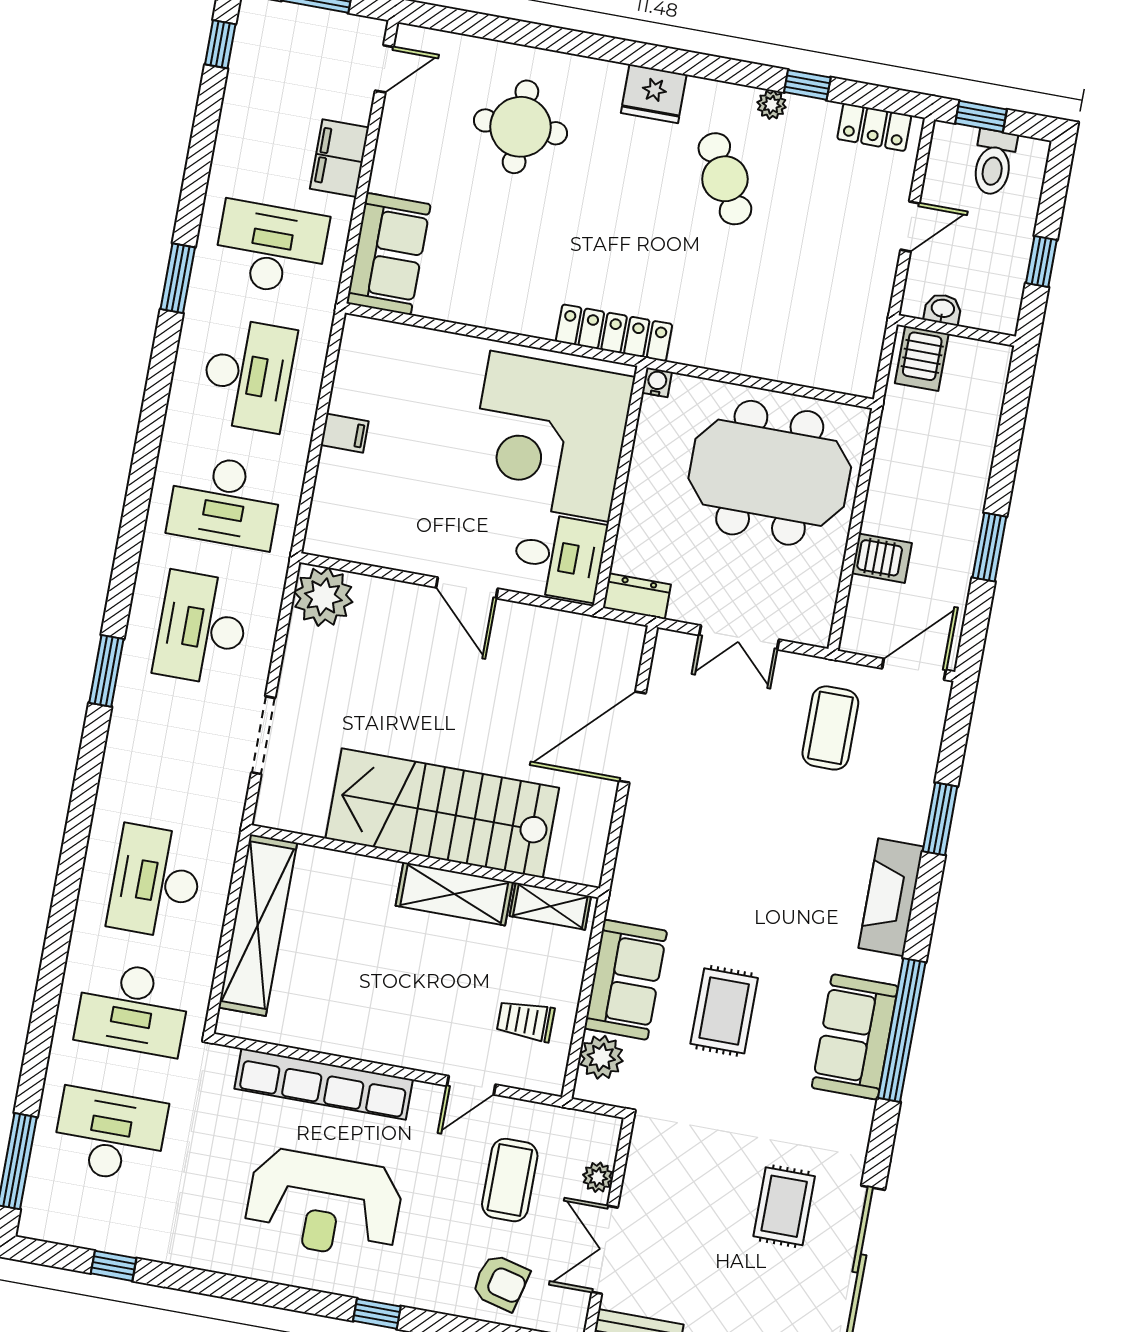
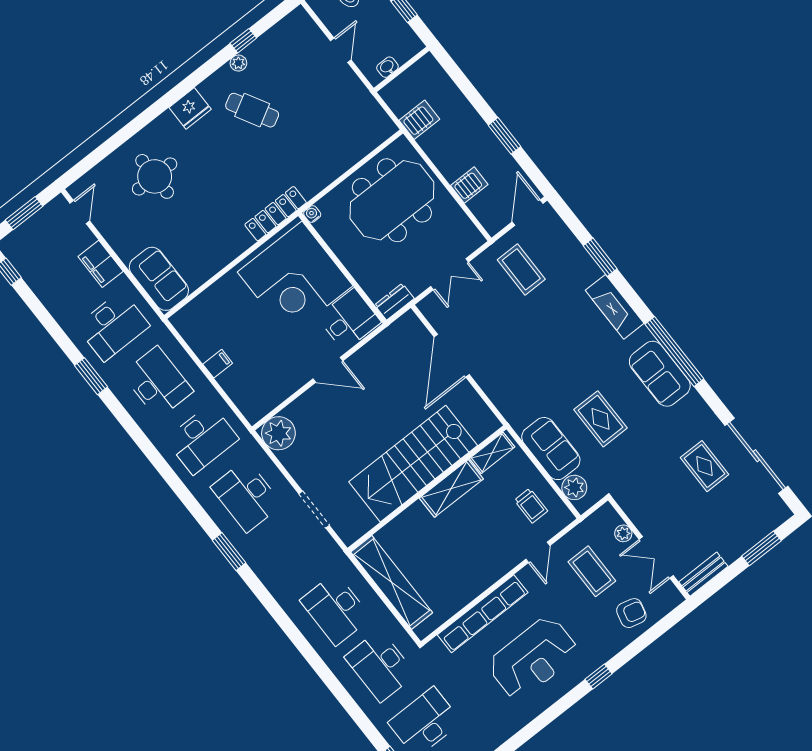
locker: (874, 127) -> (286, 28), removed
desk: (271, 248) -> (113, 326), turned 180
server rack: (922, 359) -> (419, 120), moved, turned -90
desk: (133, 1008) -> (380, 666), turned 90
trolley: (526, 1021) -> (531, 506), turned -90

